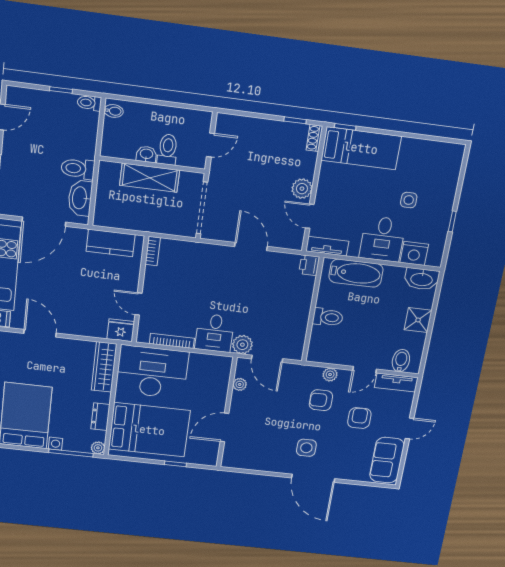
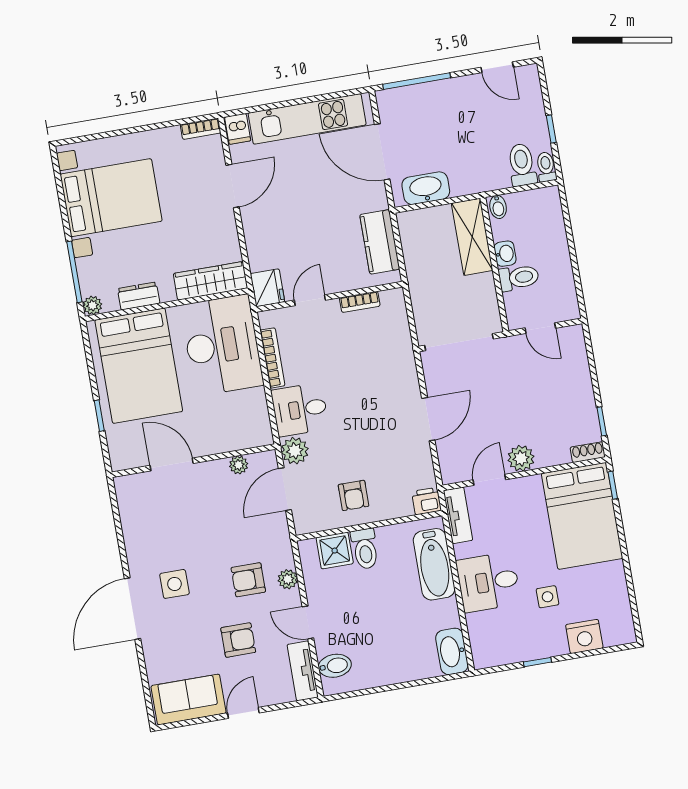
bidet: (114, 111) -> (498, 207), moved
bed: (361, 148) -> (582, 516), width x1.50
toilet: (78, 169) -> (522, 165), moved
shelving: (150, 178) -> (472, 237), moved
bookcase: (153, 251) -> (360, 302), moved
nightstand: (414, 253) -> (584, 636), moved, turned -90
armchair: (288, 314) -> (353, 495), added
shower: (418, 320) -> (335, 551), moved
armchair: (321, 400) -> (248, 580), turned -90
door: (409, 428) -> (243, 713), swing flipped

